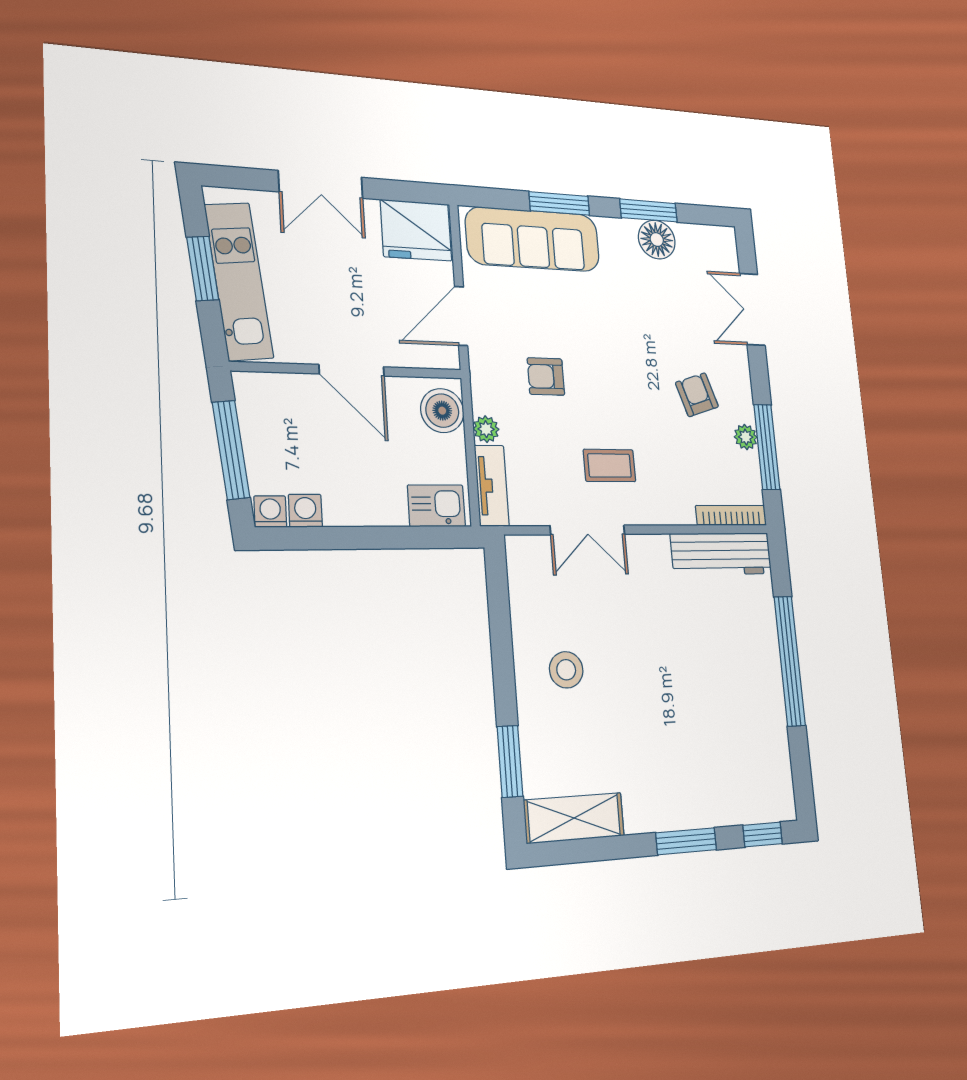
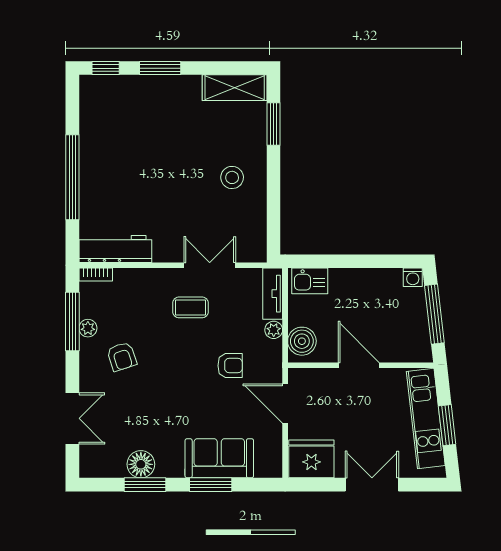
sofa: (533, 239) -> (219, 458), width x0.73
door: (461, 316) -> (285, 403), swing flipped
washing machine: (305, 511) -> (392, 278), removed
bookcase: (731, 515) -> (96, 275), width x0.64

